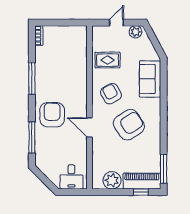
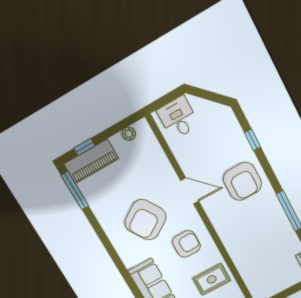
armchair: (111, 94) -> (186, 244), turned -62
window: (32, 138) -> (253, 140), width x0.46
plant: (112, 180) -> (129, 134), width x0.53, depth x0.53

